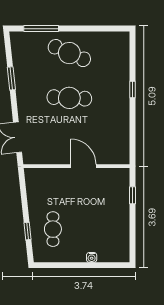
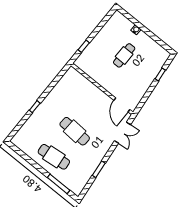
cafe table: (69, 53) -> (54, 157), turned -30
door: (83, 166) -> (122, 105), moved
cafe table: (53, 229) -> (124, 55), moved

